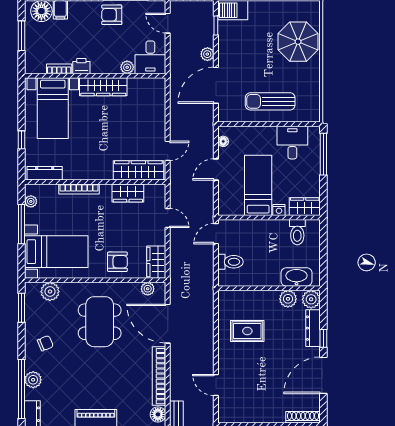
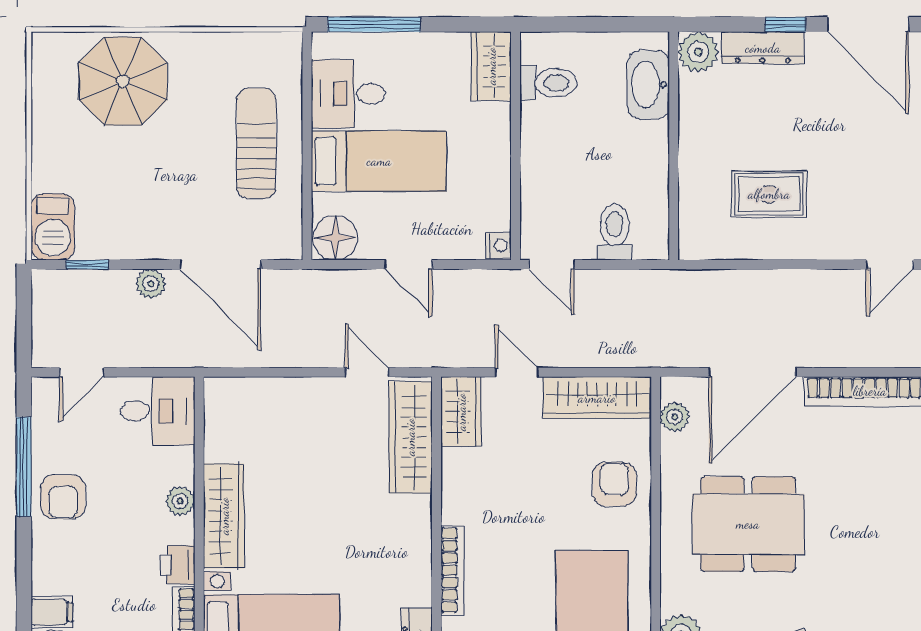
plant: (127, 67) -> (180, 501), moved
sun lounger: (270, 101) -> (256, 143), turned 180
floor lamp: (223, 141) -> (335, 238), width x1.89, depth x1.89
bed: (258, 185) -> (379, 161), moved, turned 180
wardrobe: (128, 193) -> (461, 412), moved
nightstand: (279, 210) -> (499, 245), moved
door: (168, 218) -> (517, 372), hinge flipped
wardrobe: (156, 262) -> (597, 398), width x1.50
plant: (288, 299) -> (697, 104), removed
rug: (247, 331) -> (769, 194), turned 90

